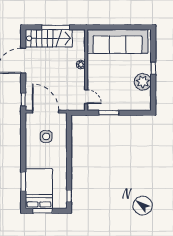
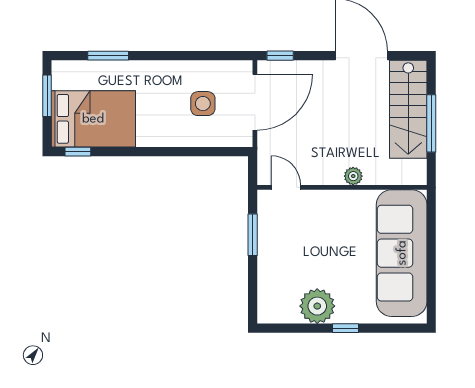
door: (86, 97) -> (286, 187), swing flipped
bed: (39, 189) -> (93, 119), moved

